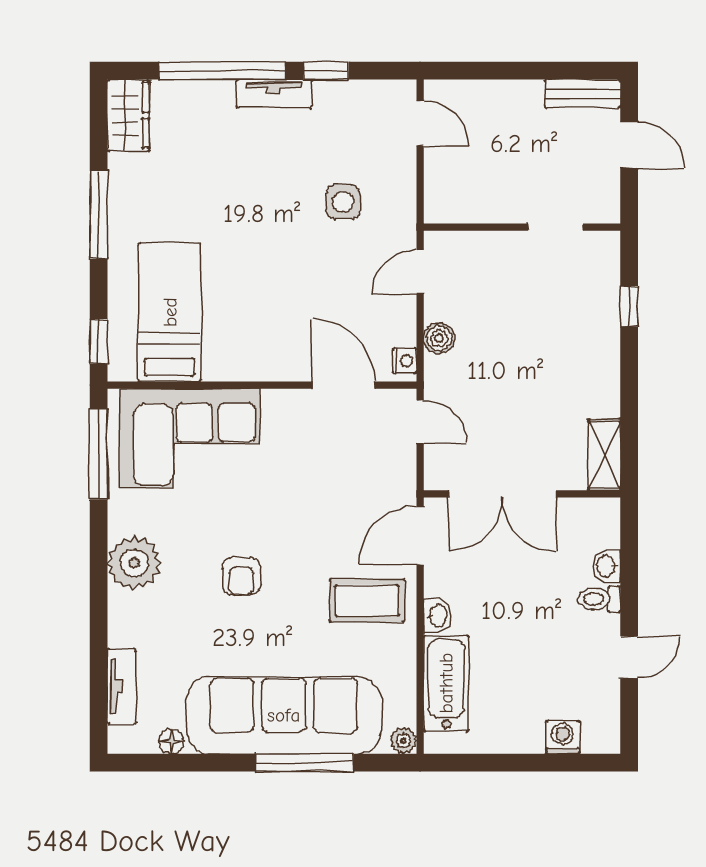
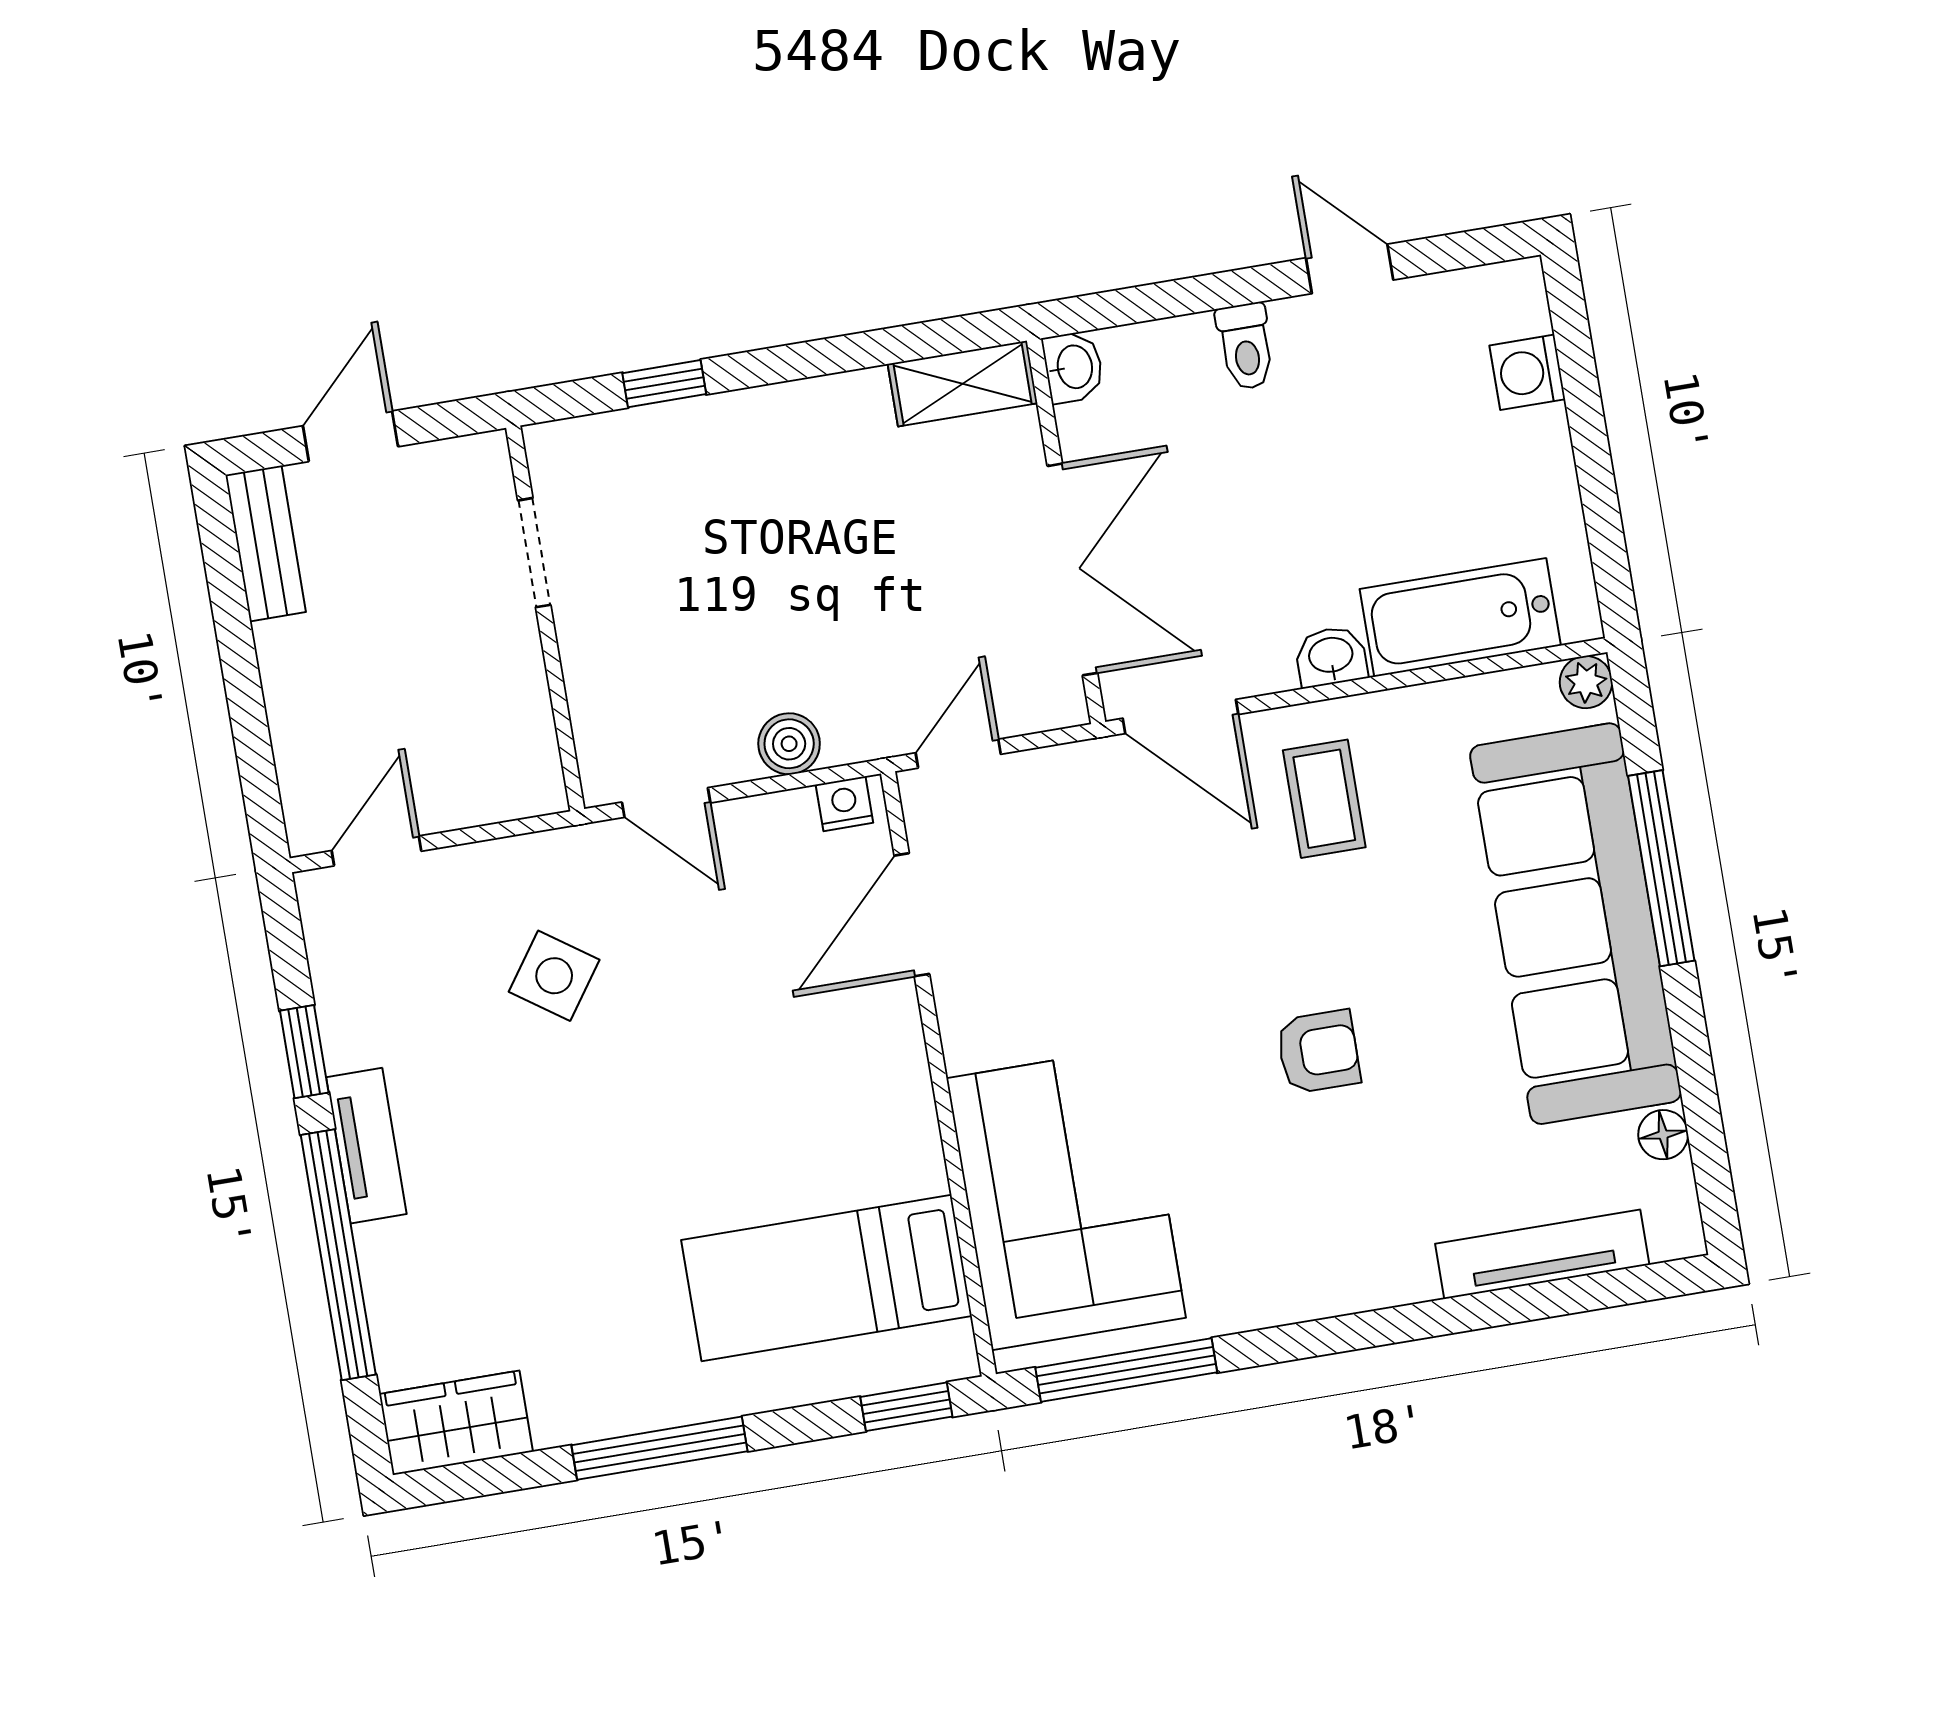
side table: (343, 202) -> (554, 976), turned 35
plant: (134, 563) -> (1327, 1265), removed
washbasin: (607, 566) -> (1073, 367), moved, turned -90
coffee table: (367, 600) -> (1324, 799), width x0.73, depth x0.77
tv unit: (122, 686) -> (1542, 1254), width x1.41

